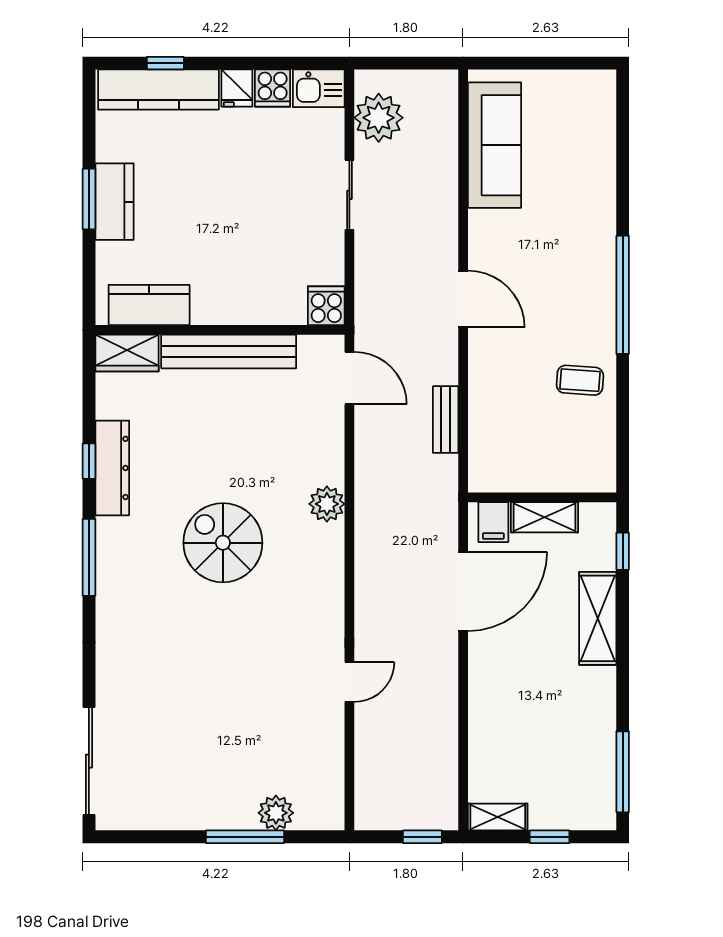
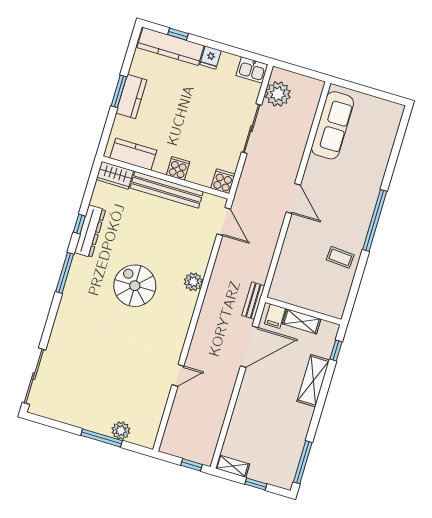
cooker: (273, 88) -> (178, 168), moved, turned 180
sliding door: (349, 195) -> (251, 129), width x1.37
bench: (446, 420) -> (253, 301), moved

